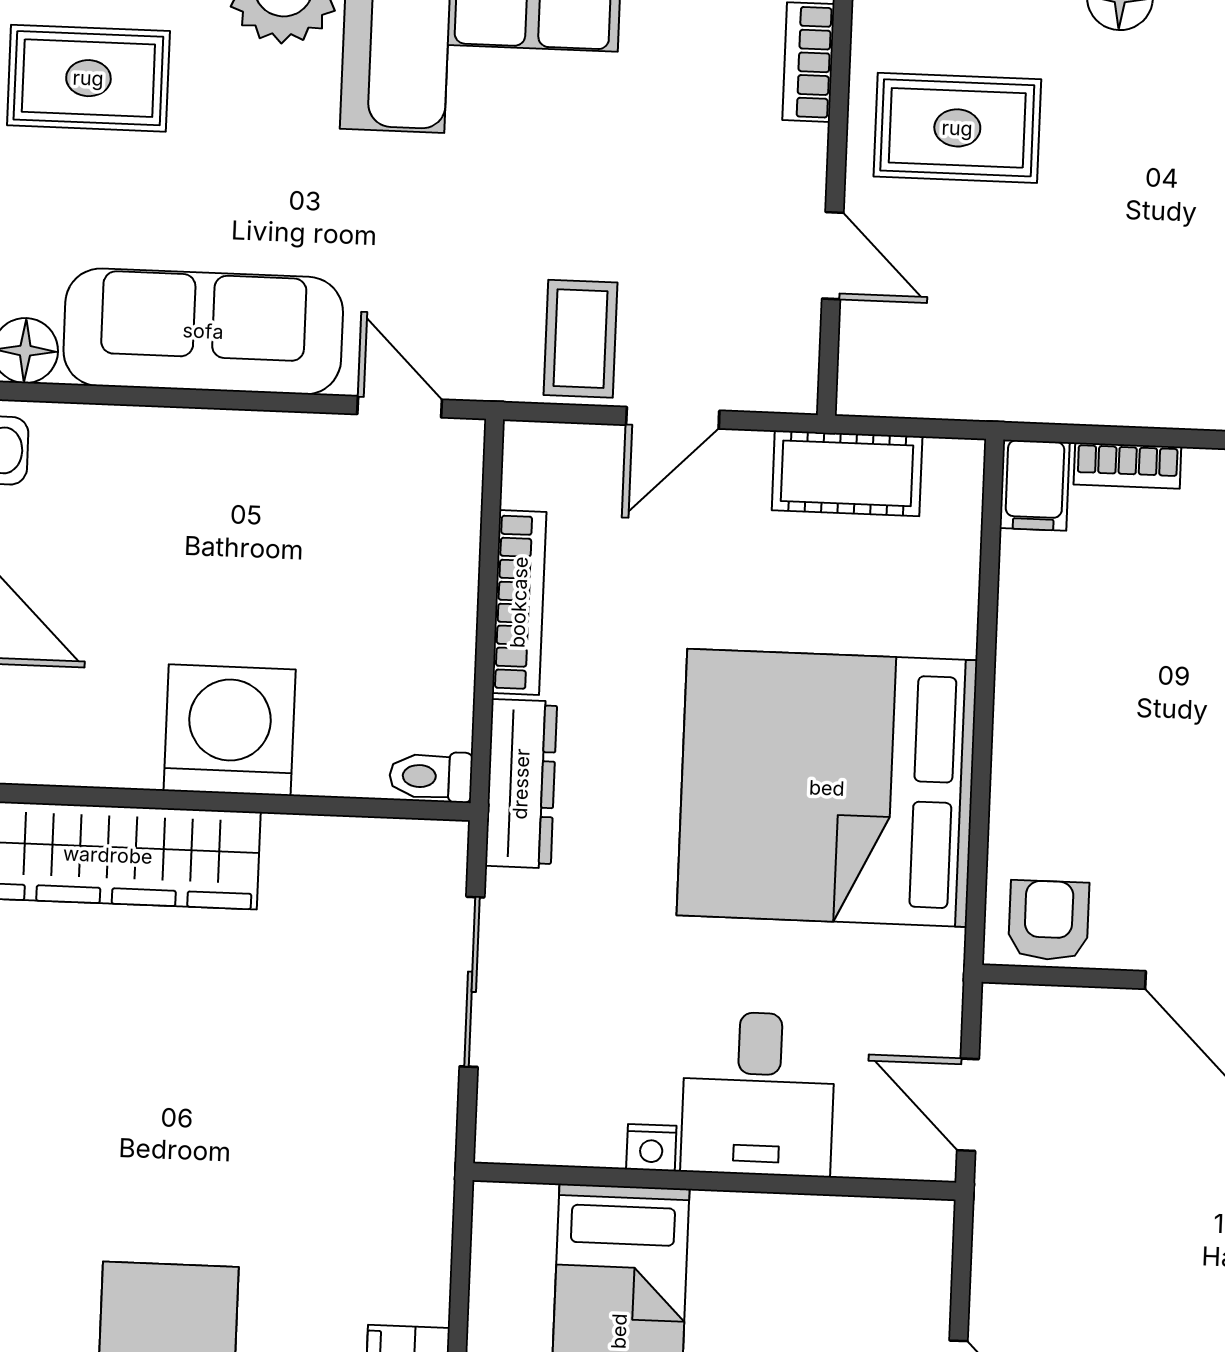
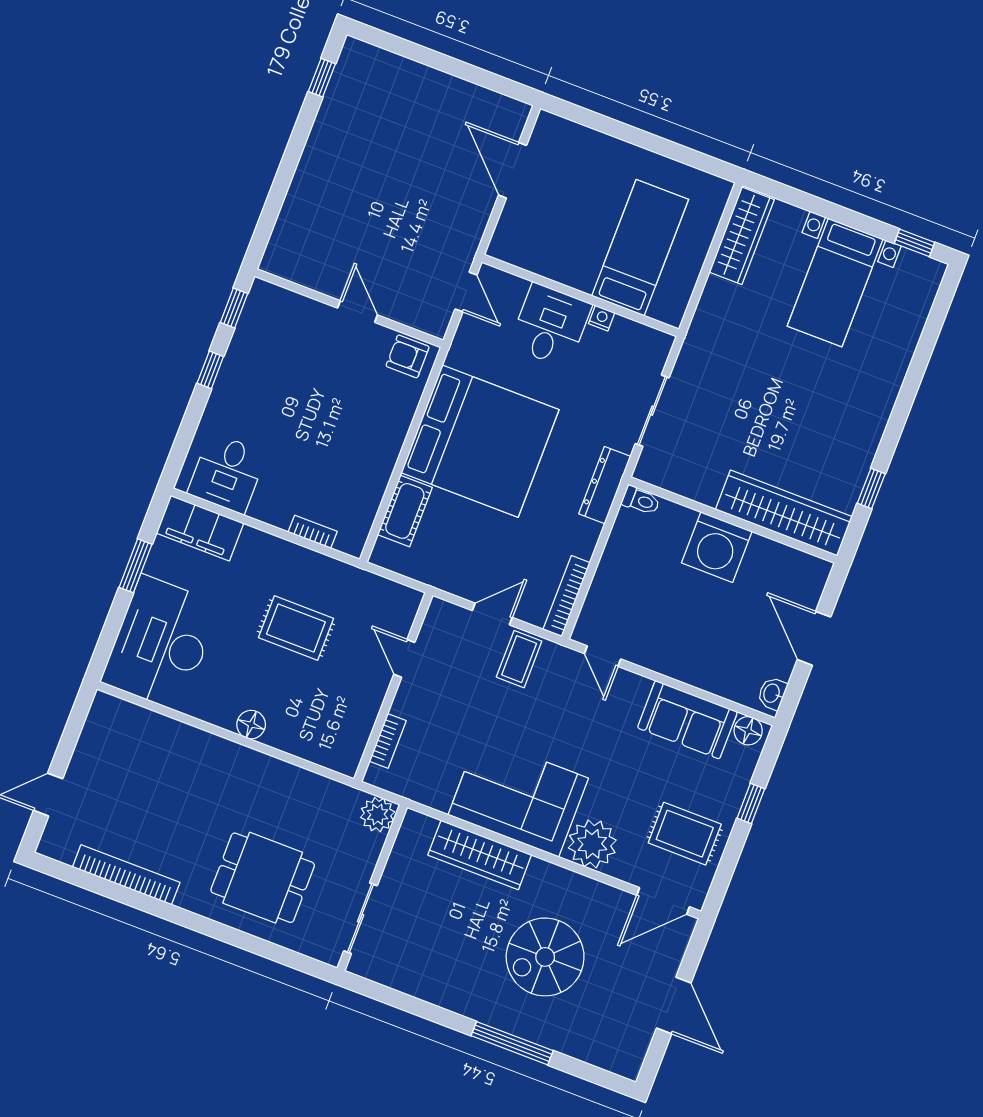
rug: (957, 128) -> (296, 628), moved
sofa: (203, 331) -> (687, 720), width x0.73
cot: (847, 473) -> (405, 511), moved, turned 90
filing cabinet: (1035, 485) -> (353, 537), removed
bookcase: (519, 602) -> (567, 596), moved
armchair: (1049, 920) -> (408, 356), turned 90

